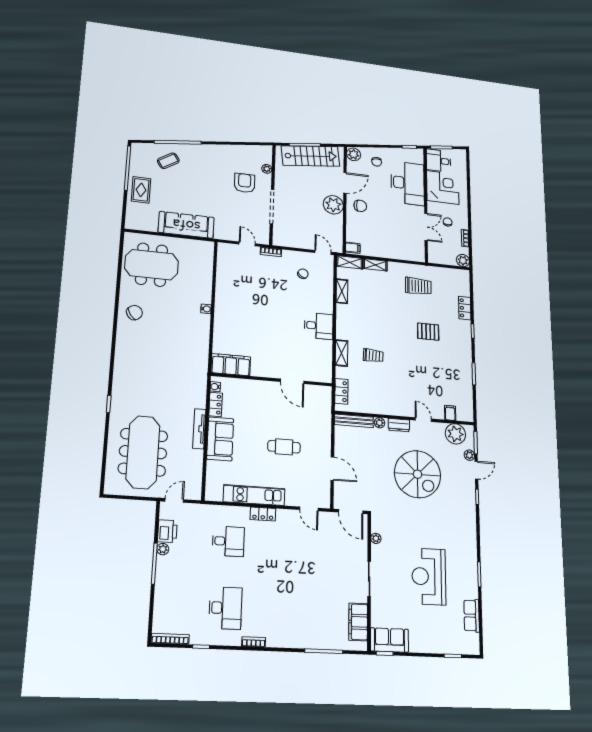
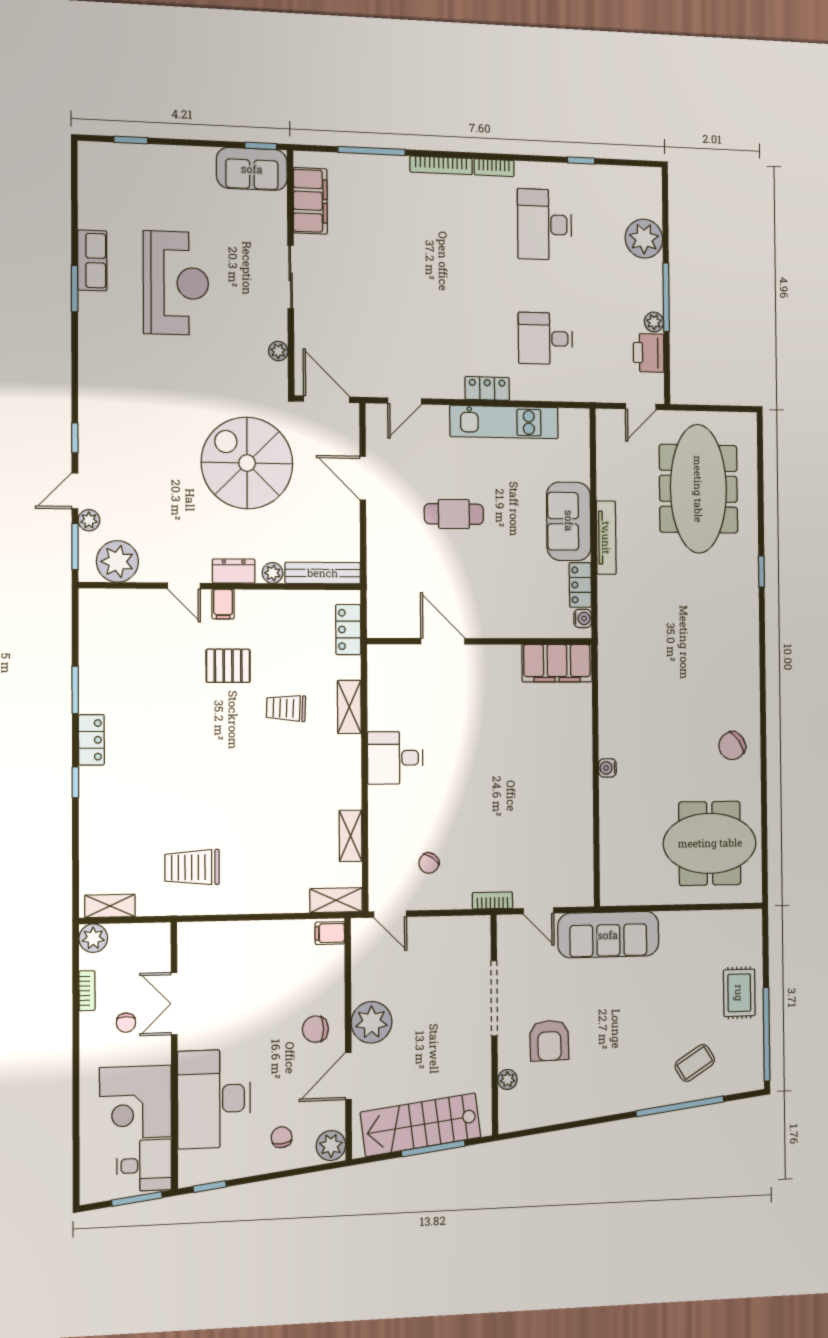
sofa: (186, 225) -> (608, 935), moved
shelving: (375, 265) -> (110, 906), moved
locker: (465, 308) -> (91, 740), moved
pallet: (428, 332) -> (228, 666), moved
filing cabinet: (450, 413) -> (223, 604), moved
spiral stairs: (418, 474) -> (247, 463), moved
door: (309, 509) -> (405, 401), swing flipped
plant: (165, 599) -> (644, 239), added
row of seats: (472, 616) -> (92, 260), moved
bookcase: (170, 639) -> (441, 165), moved

